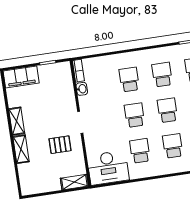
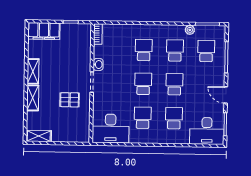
plant: (174, 50) -> (190, 30), added
washbasin: (82, 89) -> (98, 64), moved
shelving: (74, 182) -> (39, 136), moved

